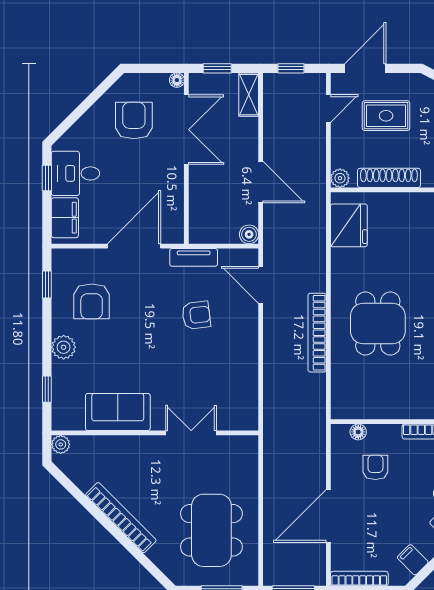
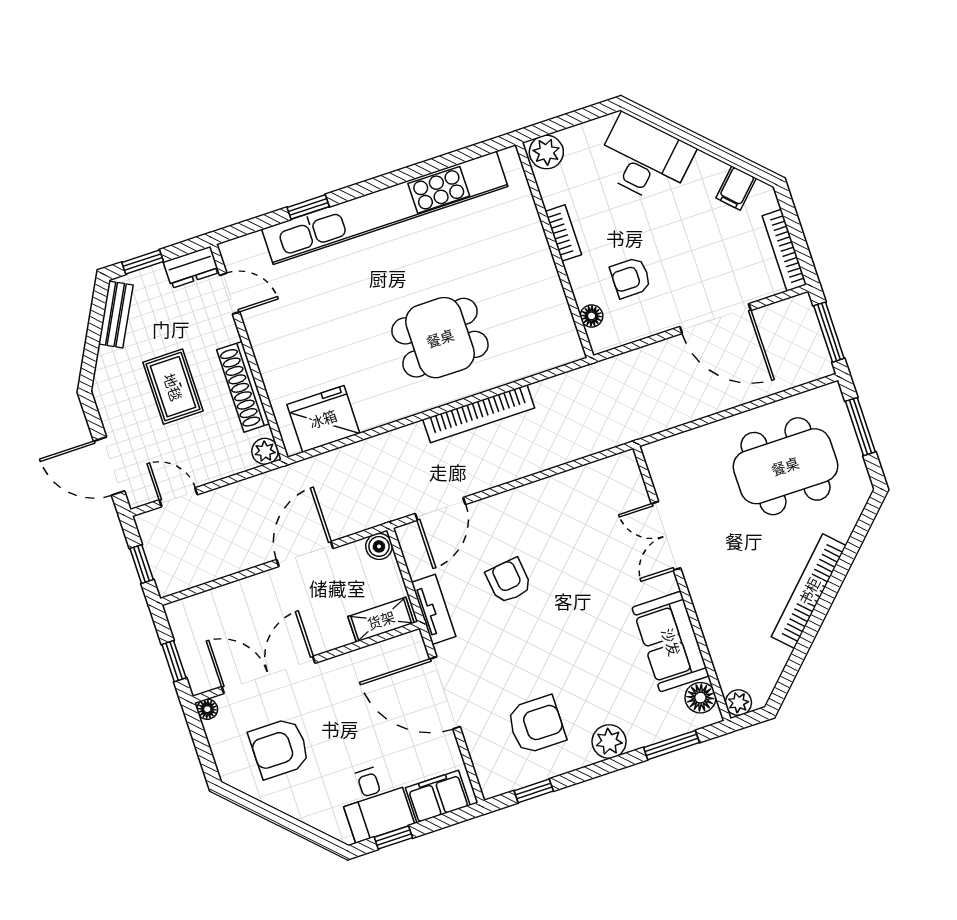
shelving: (249, 95) -> (381, 620), moved
rug: (386, 116) -> (173, 387), moved
window: (47, 389) -> (671, 745), width x1.50
floor lamp: (73, 420) -> (700, 698), added

